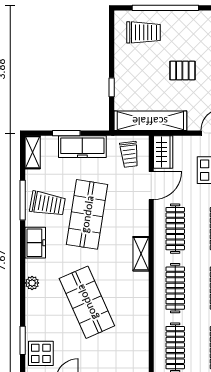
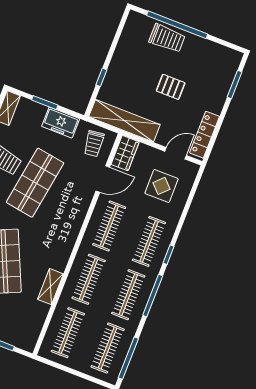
trolley: (144, 32) -> (167, 38), moved
freezer: (82, 147) -> (61, 123), width x0.71
shelving: (141, 254) -> (50, 287), moved

